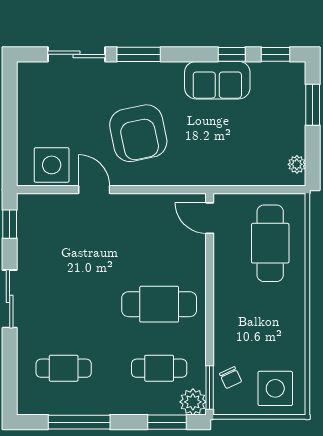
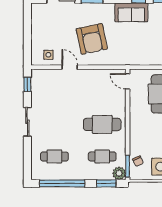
side table: (52, 165) -> (48, 55), width x0.54, depth x0.54
window: (79, 422) -> (62, 183), width x1.46

